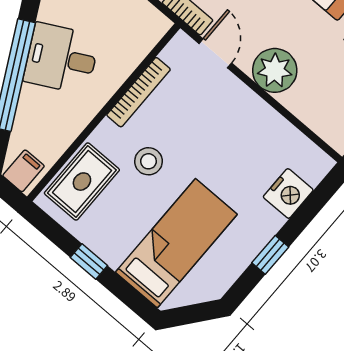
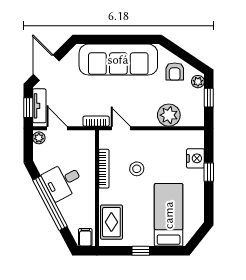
plant: (275, 70) -> (169, 115), moved
stool: (149, 161) -> (137, 169), moved
window: (270, 255) -> (209, 172), moved

